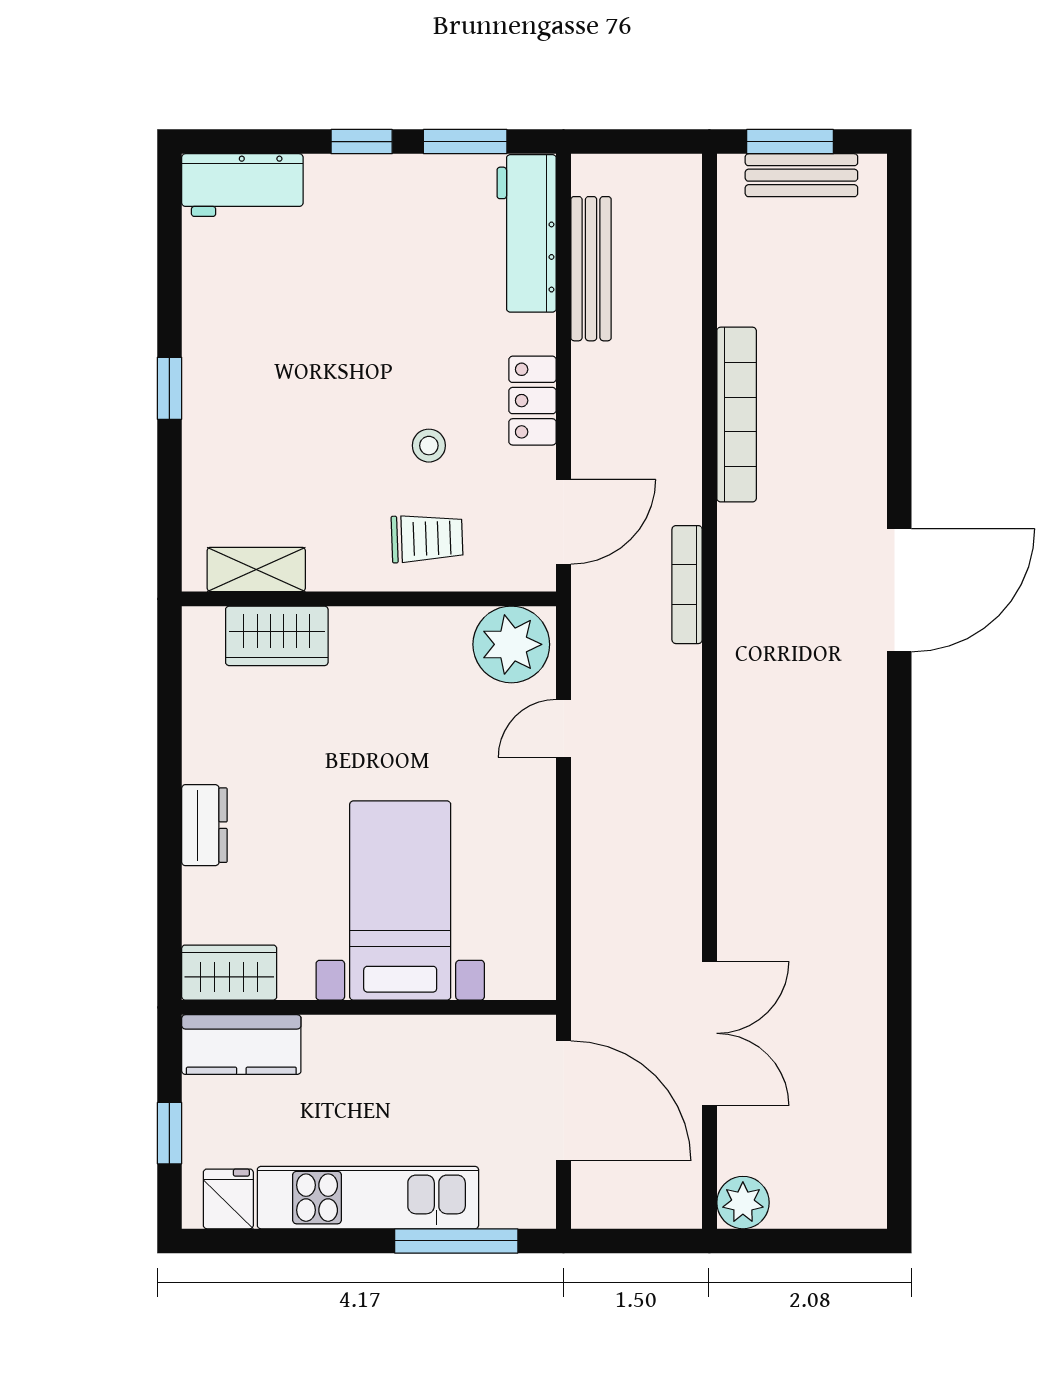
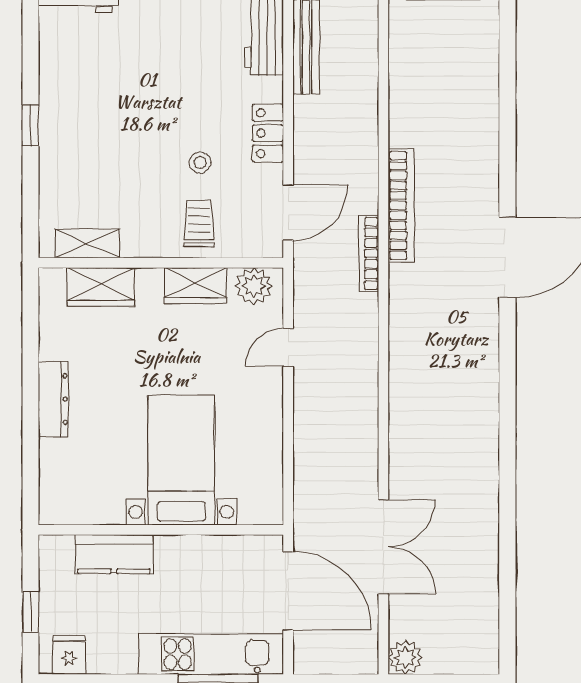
bookcase: (737, 415) -> (401, 205), moved
trolley: (427, 538) -> (199, 223), turned -88
plant: (511, 644) -> (254, 286), width x0.73, depth x0.73
dresser: (204, 825) -> (53, 399), width x1.44
wardrobe: (229, 973) -> (195, 286), moved, turned 180
kitchen counter: (241, 1045) -> (114, 554), moved
kitchen unit: (368, 1198) -> (211, 654), moved

